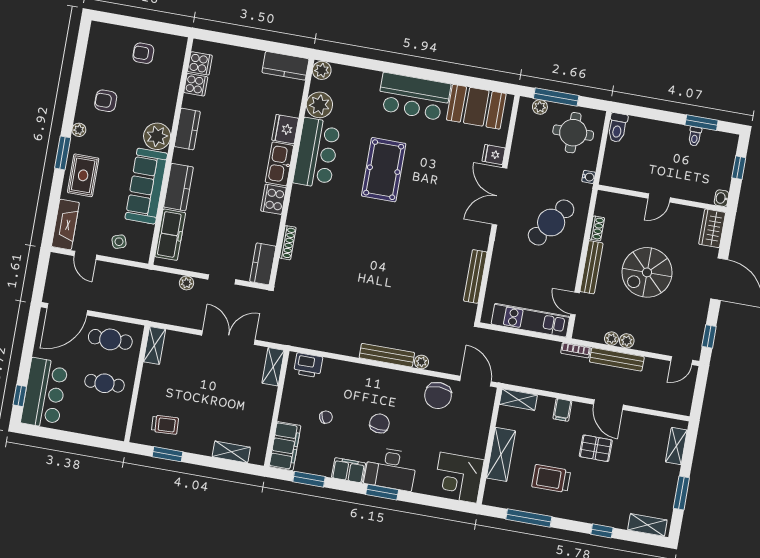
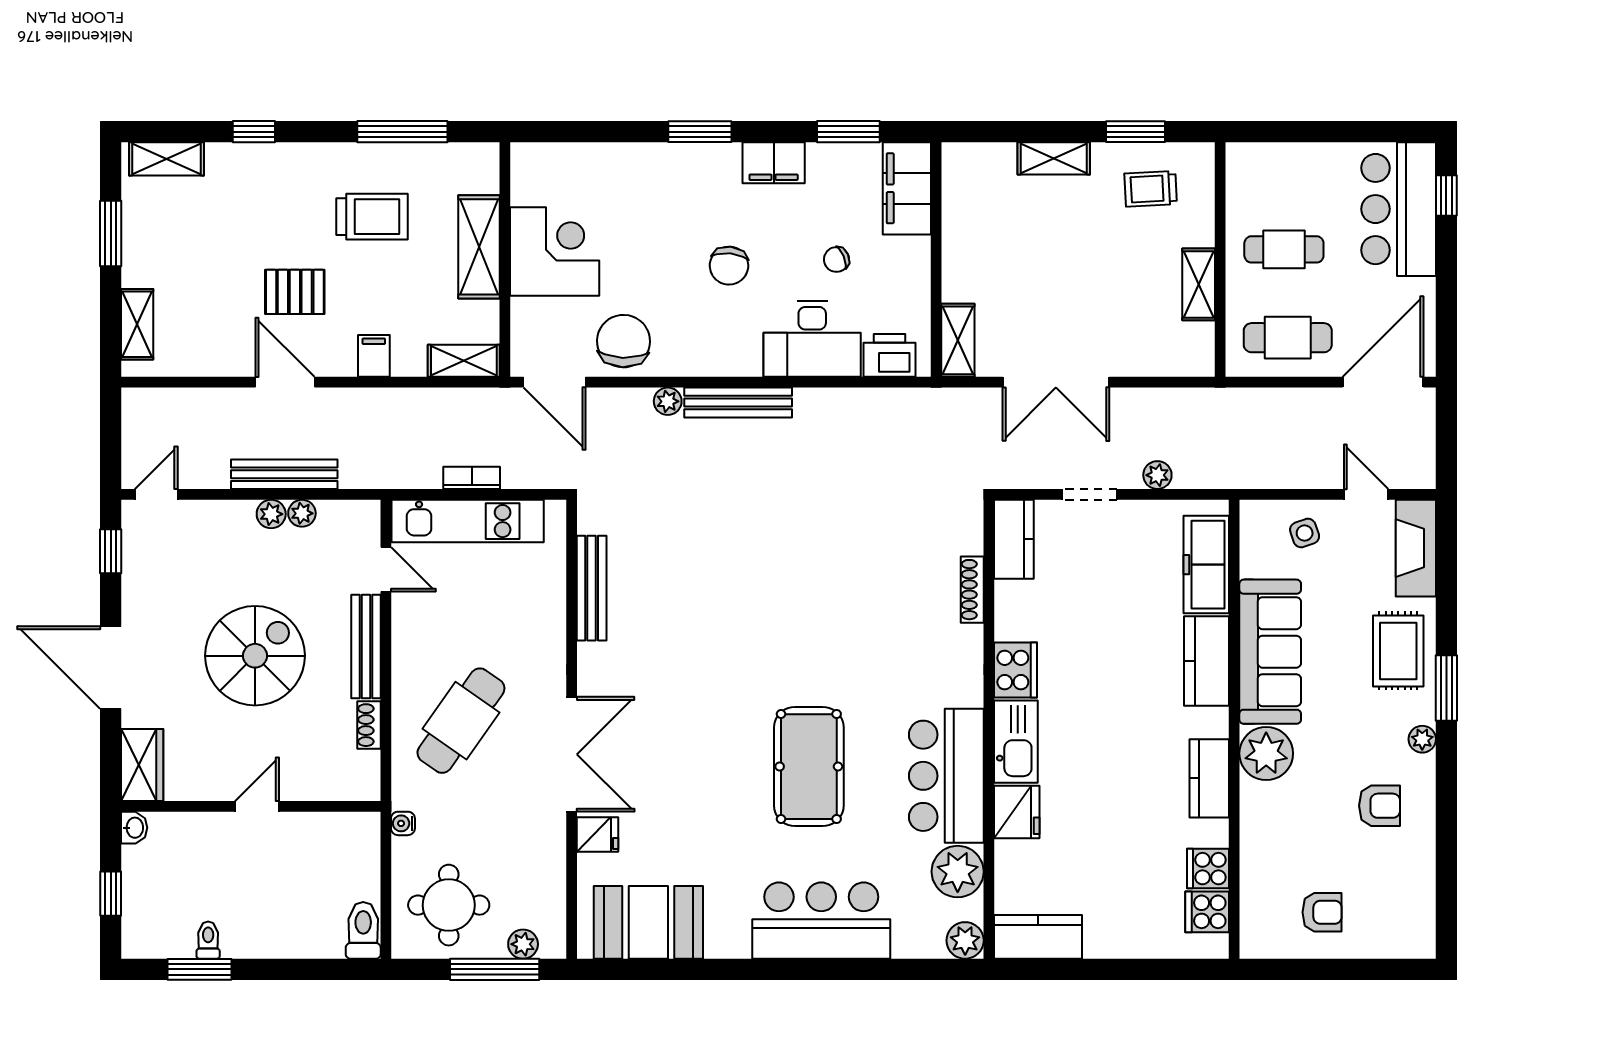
bar counter: (414, 97) -> (821, 921), moved
shelving: (154, 346) -> (1199, 284), moved
bookcase: (576, 350) -> (472, 478), moved
shelving: (231, 452) -> (1054, 158), moved
desk: (391, 469) -> (812, 339), moved, turned 180
corner desk: (458, 478) -> (555, 252), moved

